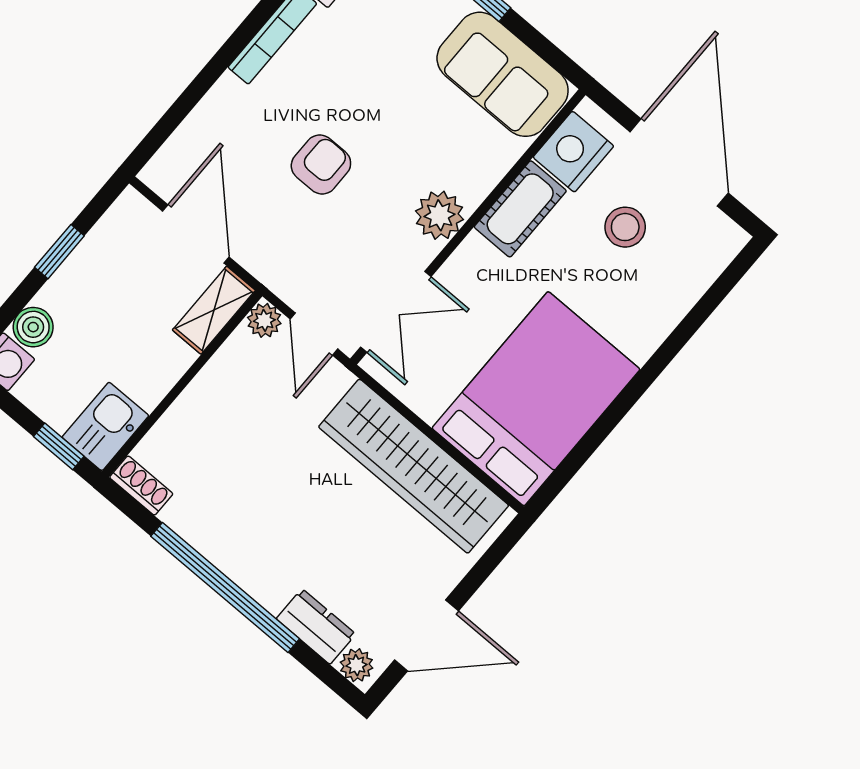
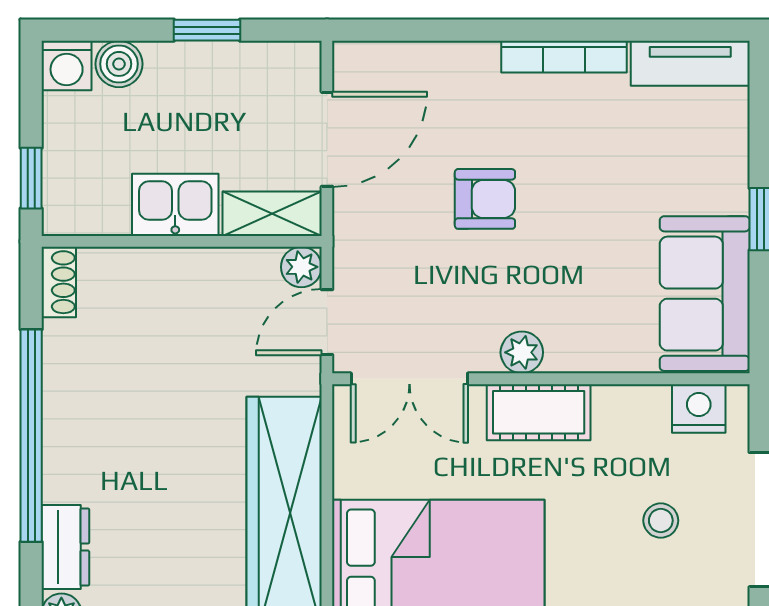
nightstand: (573, 152) -> (699, 408), width x0.74, depth x0.75
cot: (520, 209) -> (539, 412), moved
plant: (440, 215) -> (522, 352), width x0.73, depth x0.73
stool: (625, 227) -> (661, 521), width x0.73, depth x0.73
kitchen sink: (105, 426) -> (175, 205), moved

